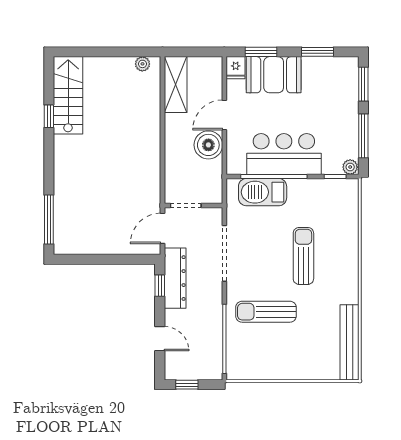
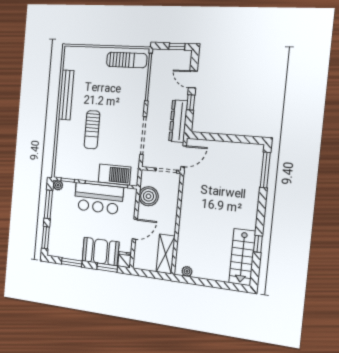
boiler: (208, 145) -> (148, 196), moved
window: (160, 286) -> (191, 102), moved
sun lounger: (266, 312) -> (127, 60), moved
bench: (350, 342) -> (66, 95), moved

